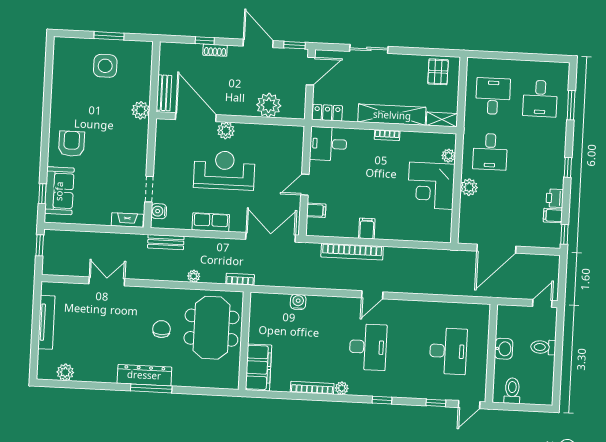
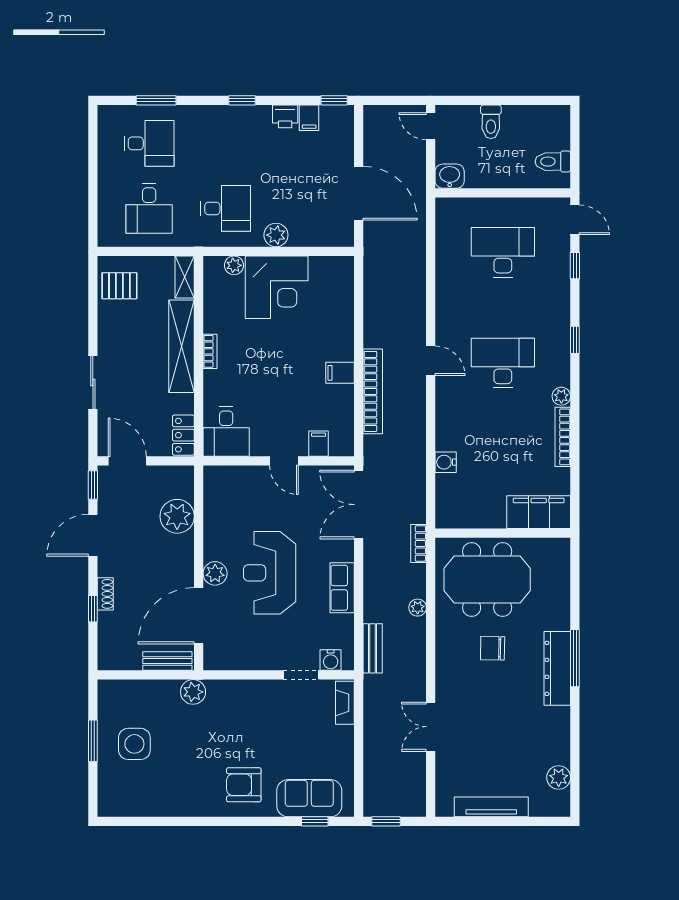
desk: (493, 96) -> (149, 208), turned -90
washbasin: (504, 349) -> (450, 176), moved

